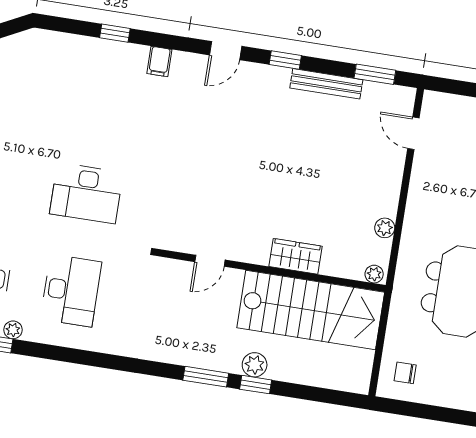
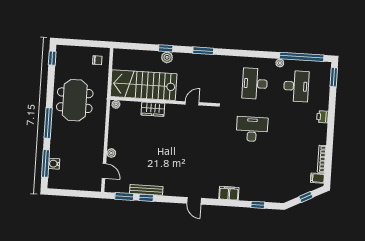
window: (115, 33) -> (258, 205), moved
door: (226, 51) -> (194, 201), swing flipped
window: (285, 60) -> (146, 198), moved
filing cabinet: (159, 61) -> (229, 193), width x2.00
plant: (385, 228) -> (111, 153), moved
window: (206, 377) -> (203, 51), moved

